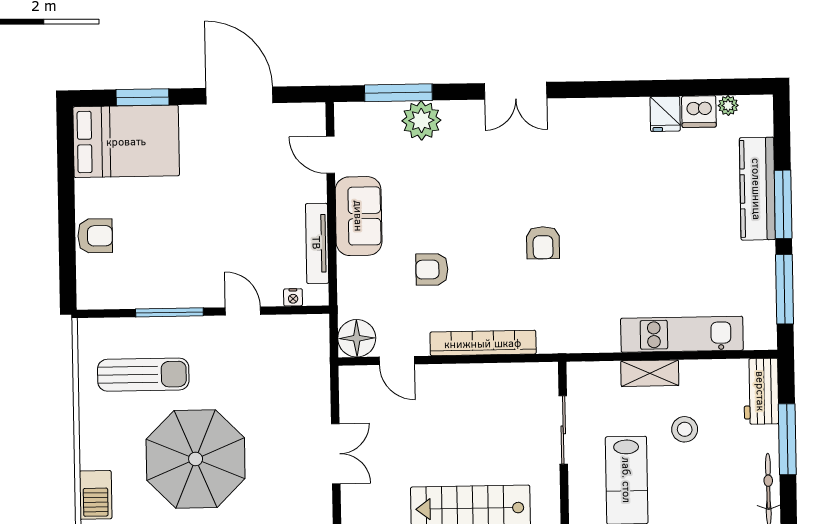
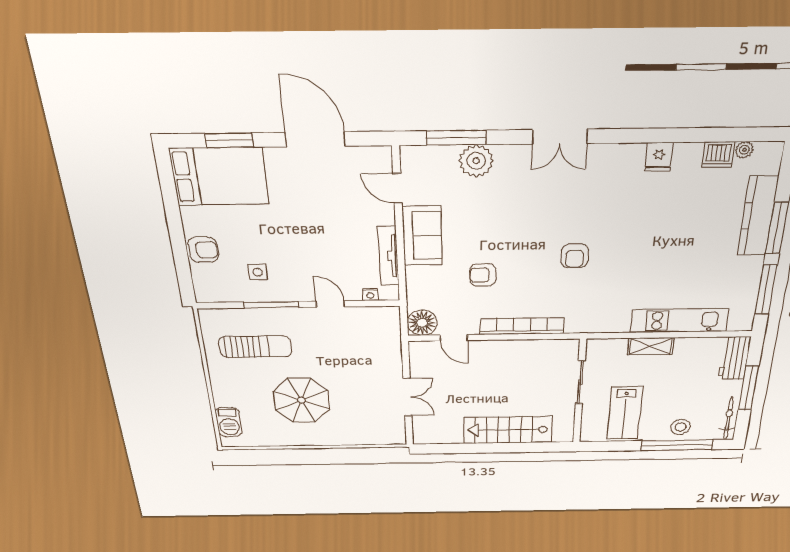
fridge: (665, 114) -> (659, 157), moved
side table: (157, 266) -> (258, 272), added
stool: (685, 429) -> (680, 427), moved
parasol: (196, 459) -> (301, 400), width x0.73, depth x0.73

